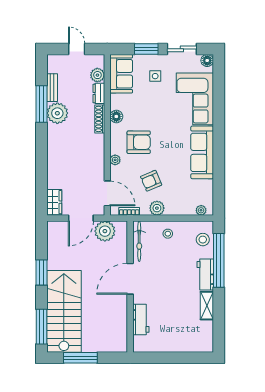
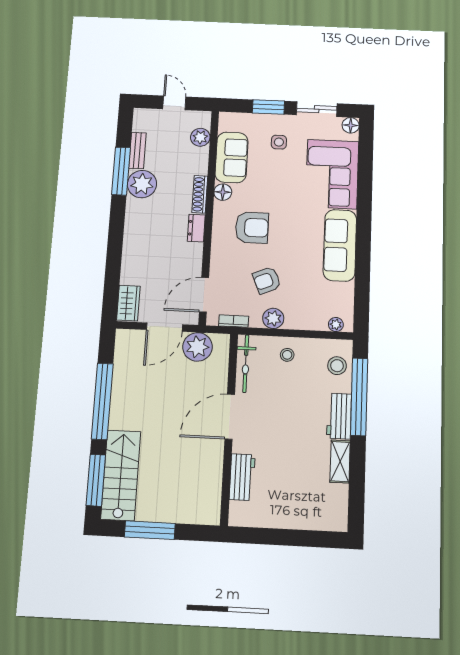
sofa: (121, 74) -> (232, 157), moved
dresser: (99, 93) -> (196, 228), moved
plant: (115, 160) -> (218, 250), removed
door: (107, 193) -> (204, 295), swing flipped
window: (41, 273) -> (102, 401), width x2.11
stairs: (64, 311) -> (121, 475), width x0.73, depth x0.66

